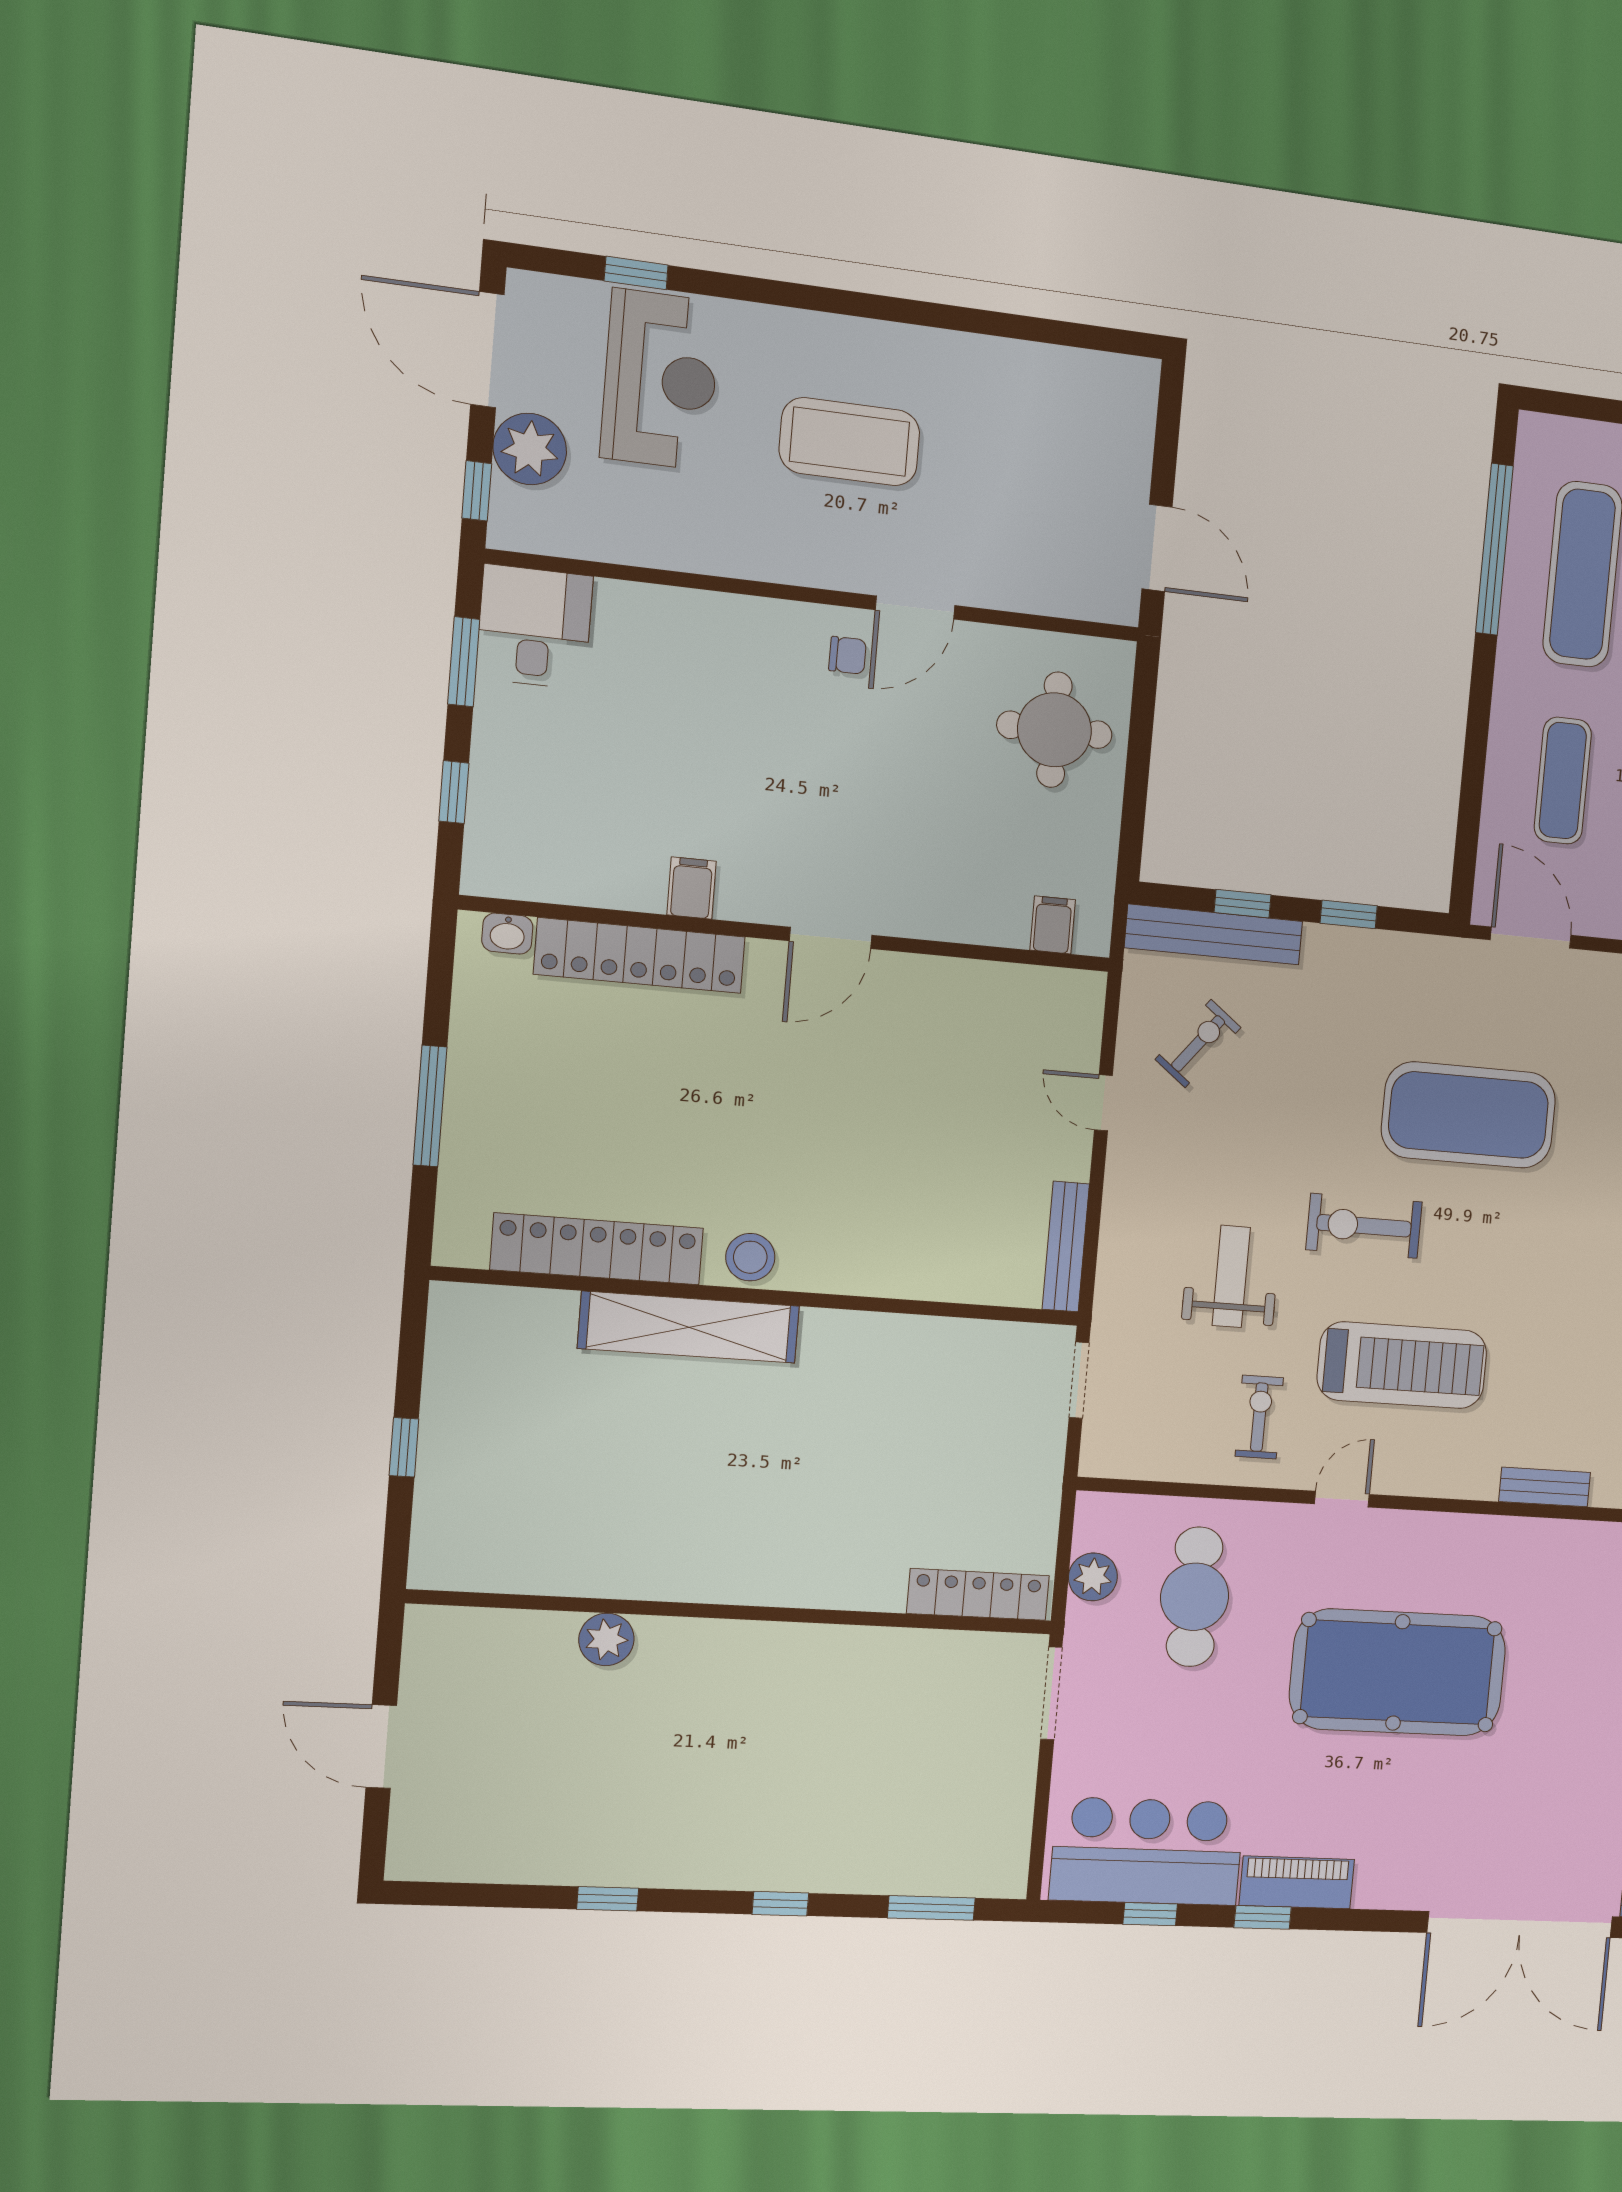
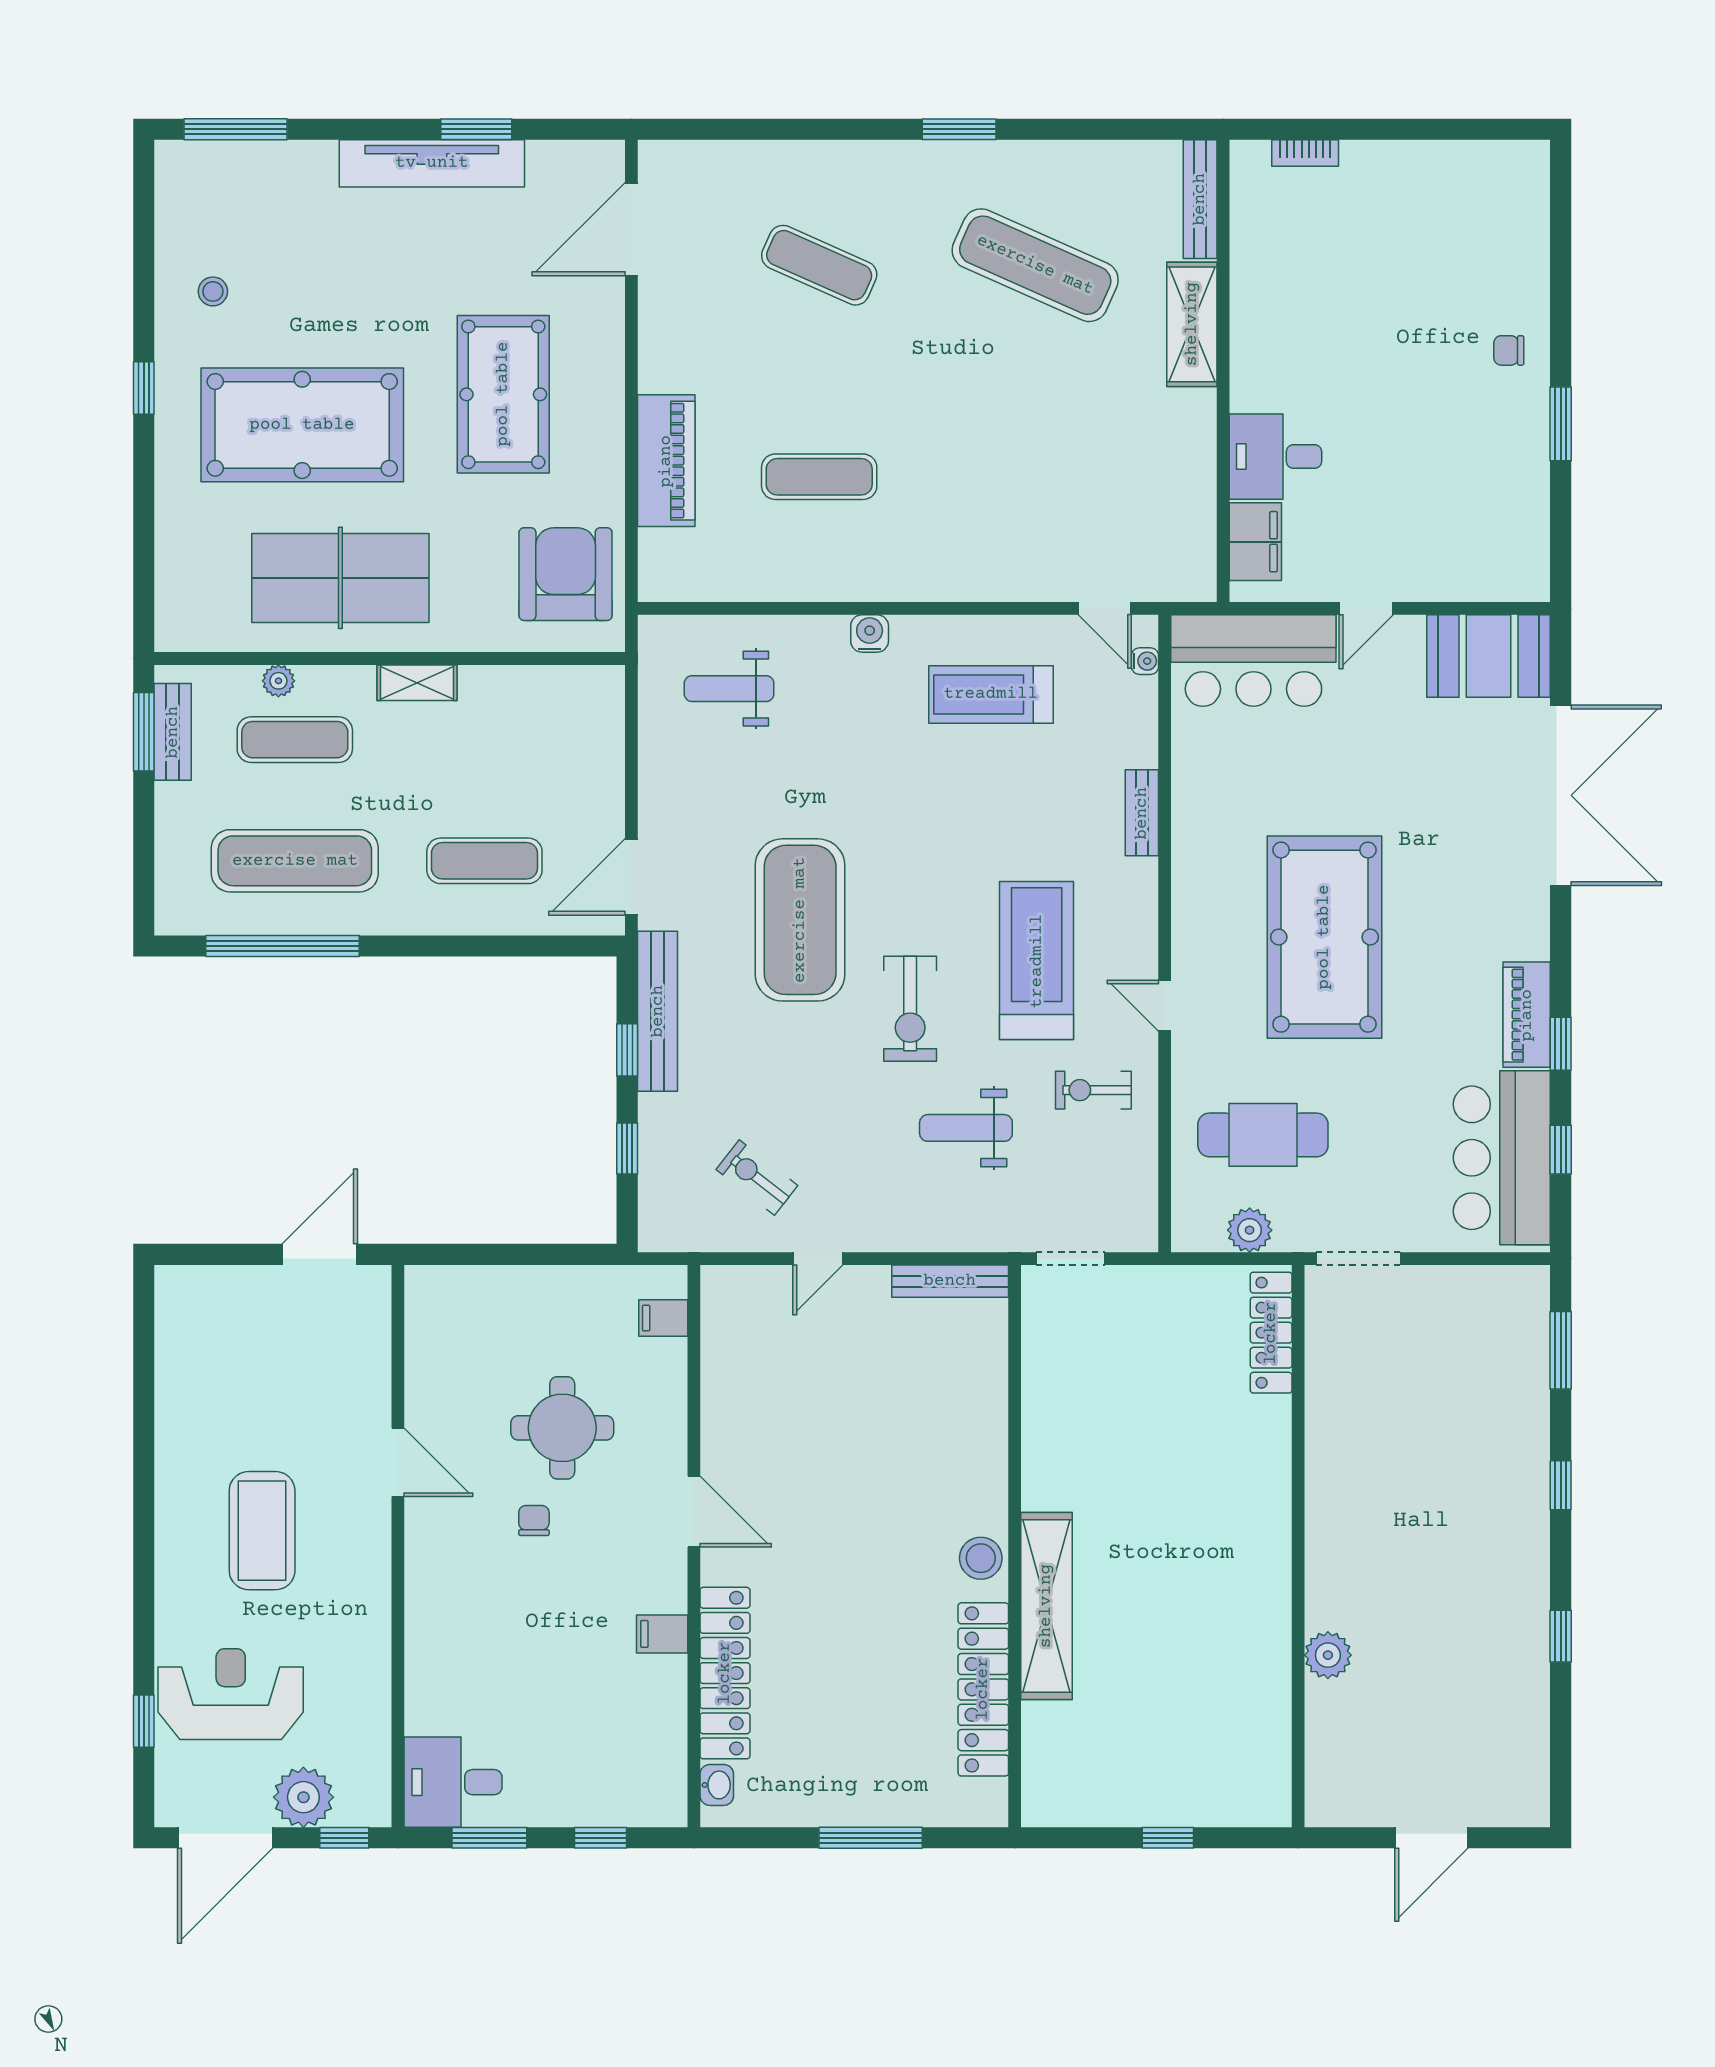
chair: (848, 655) -> (534, 1521), moved
round table: (1054, 730) -> (562, 1428), moved
bench: (1214, 935) -> (658, 1011), moved

